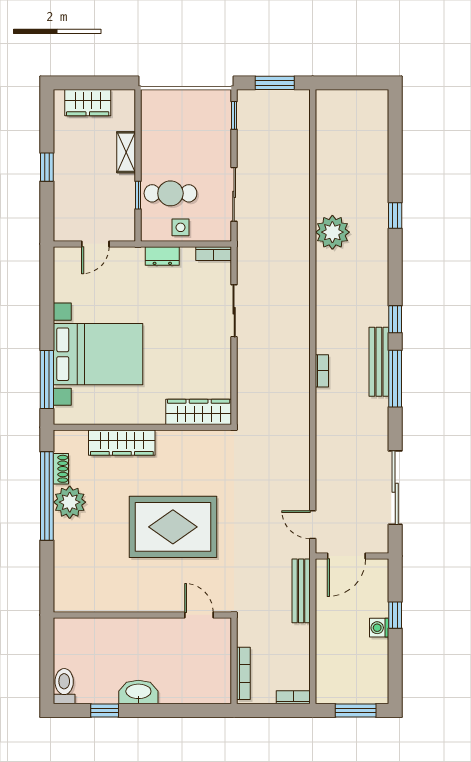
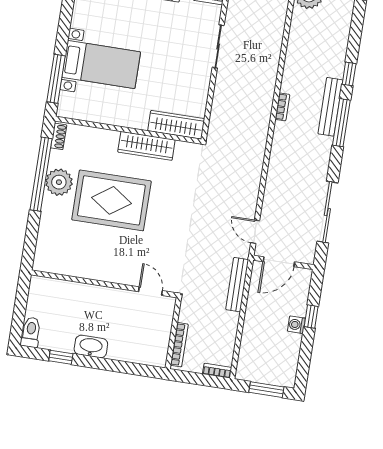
bed with nightstands: (98, 354) -> (101, 65), width x0.73
wardrobe: (122, 443) -> (146, 146), moved
shoe rack: (61, 469) -> (59, 136), moved
rug: (173, 527) -> (111, 200), moved

